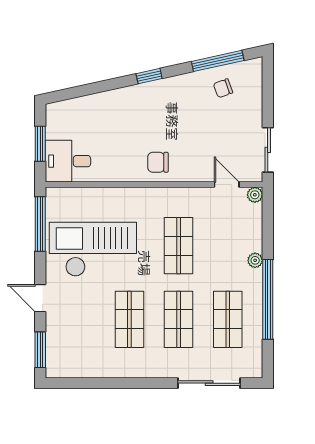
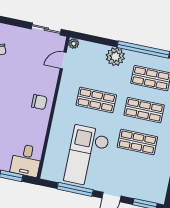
chair: (158, 162) -> (39, 102), turned -90
window: (40, 224) -> (75, 189), moved
plant: (255, 260) -> (115, 57), width x1.87, depth x1.87

